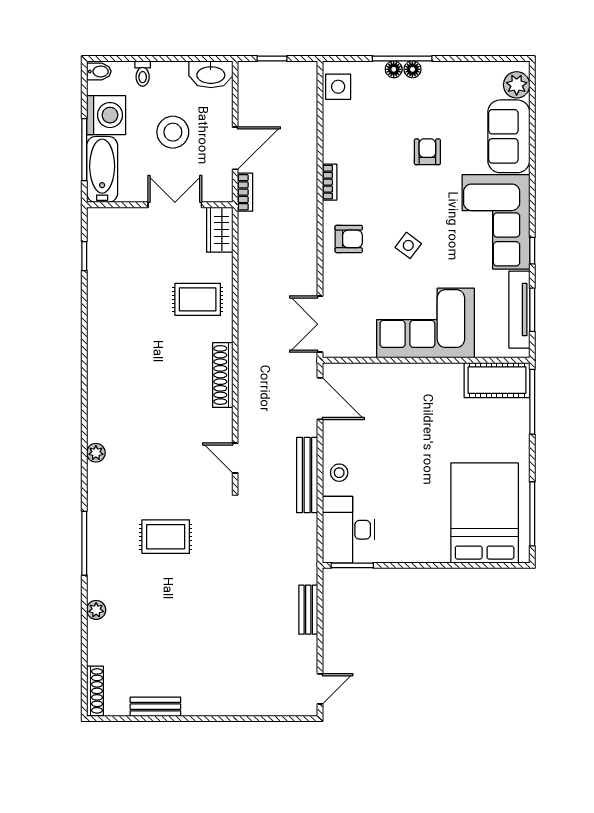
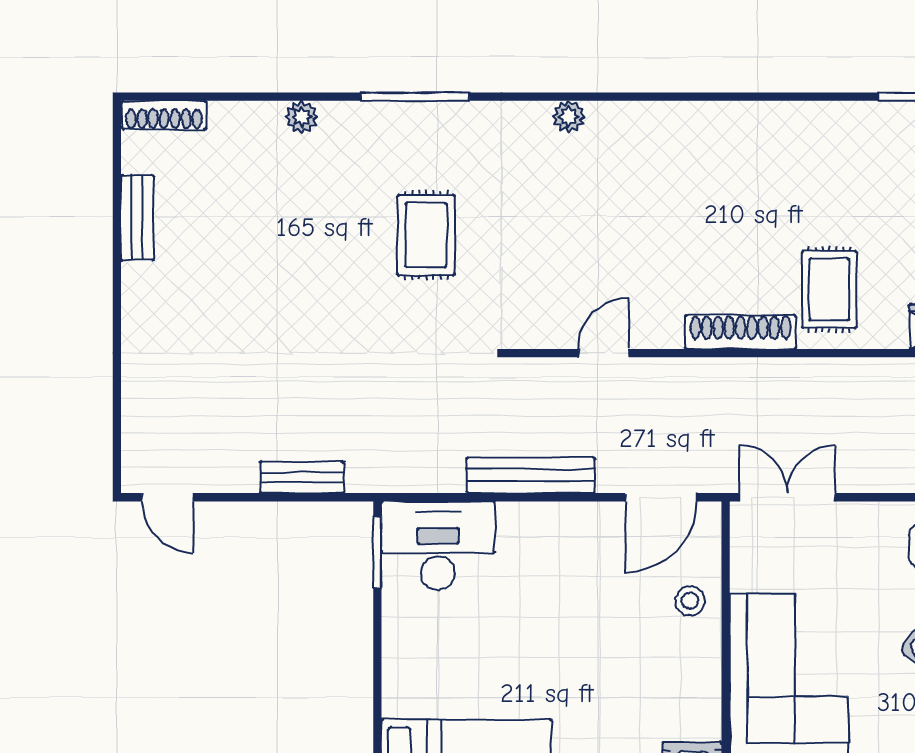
shoe rack: (223, 375) -> (741, 332), moved
door: (235, 458) -> (603, 353), moved
stool: (339, 473) -> (690, 601), moved

